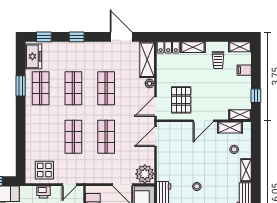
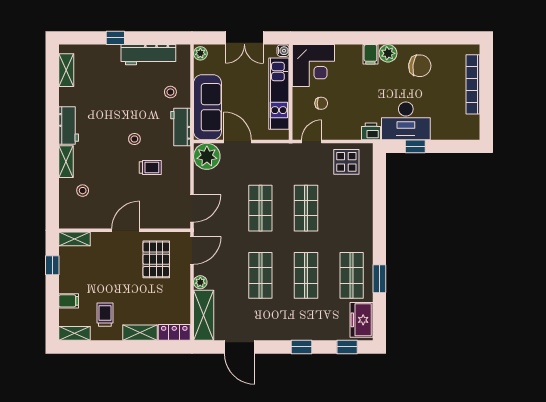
shelving: (230, 128) -> (88, 221), removed
trolley: (185, 166) -> (150, 168), added
printer: (44, 192) -> (371, 131), moved

